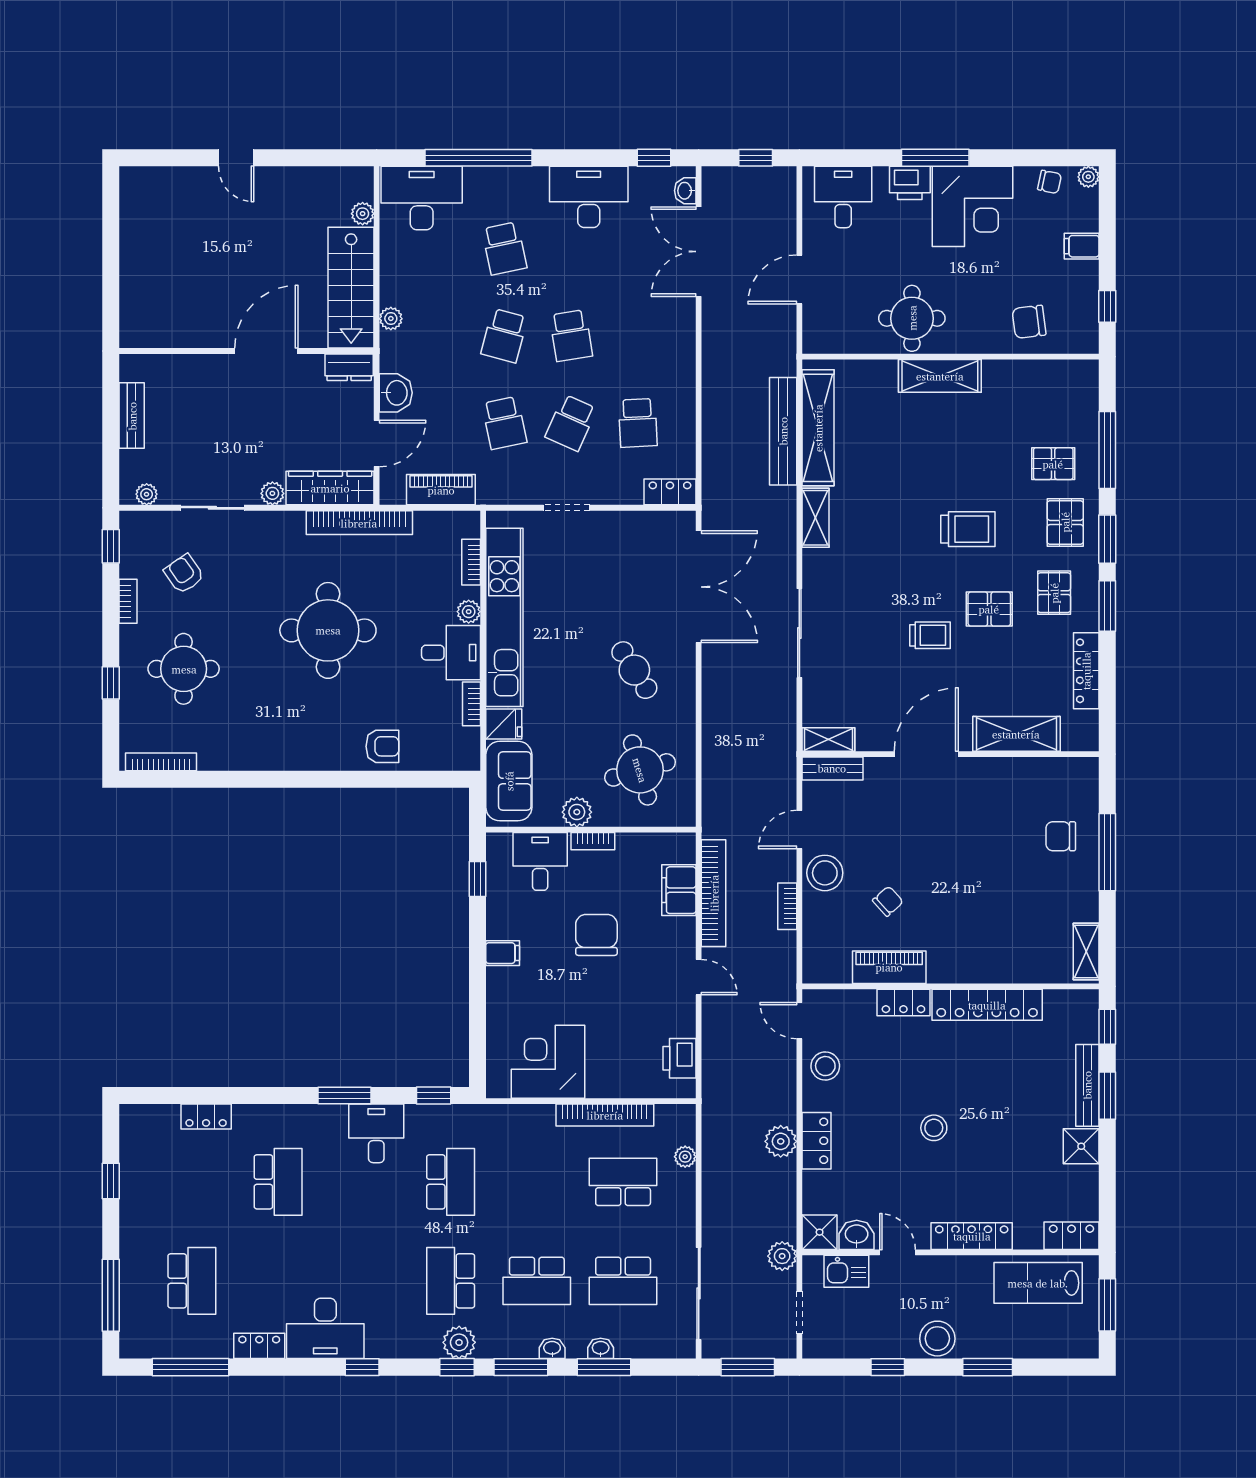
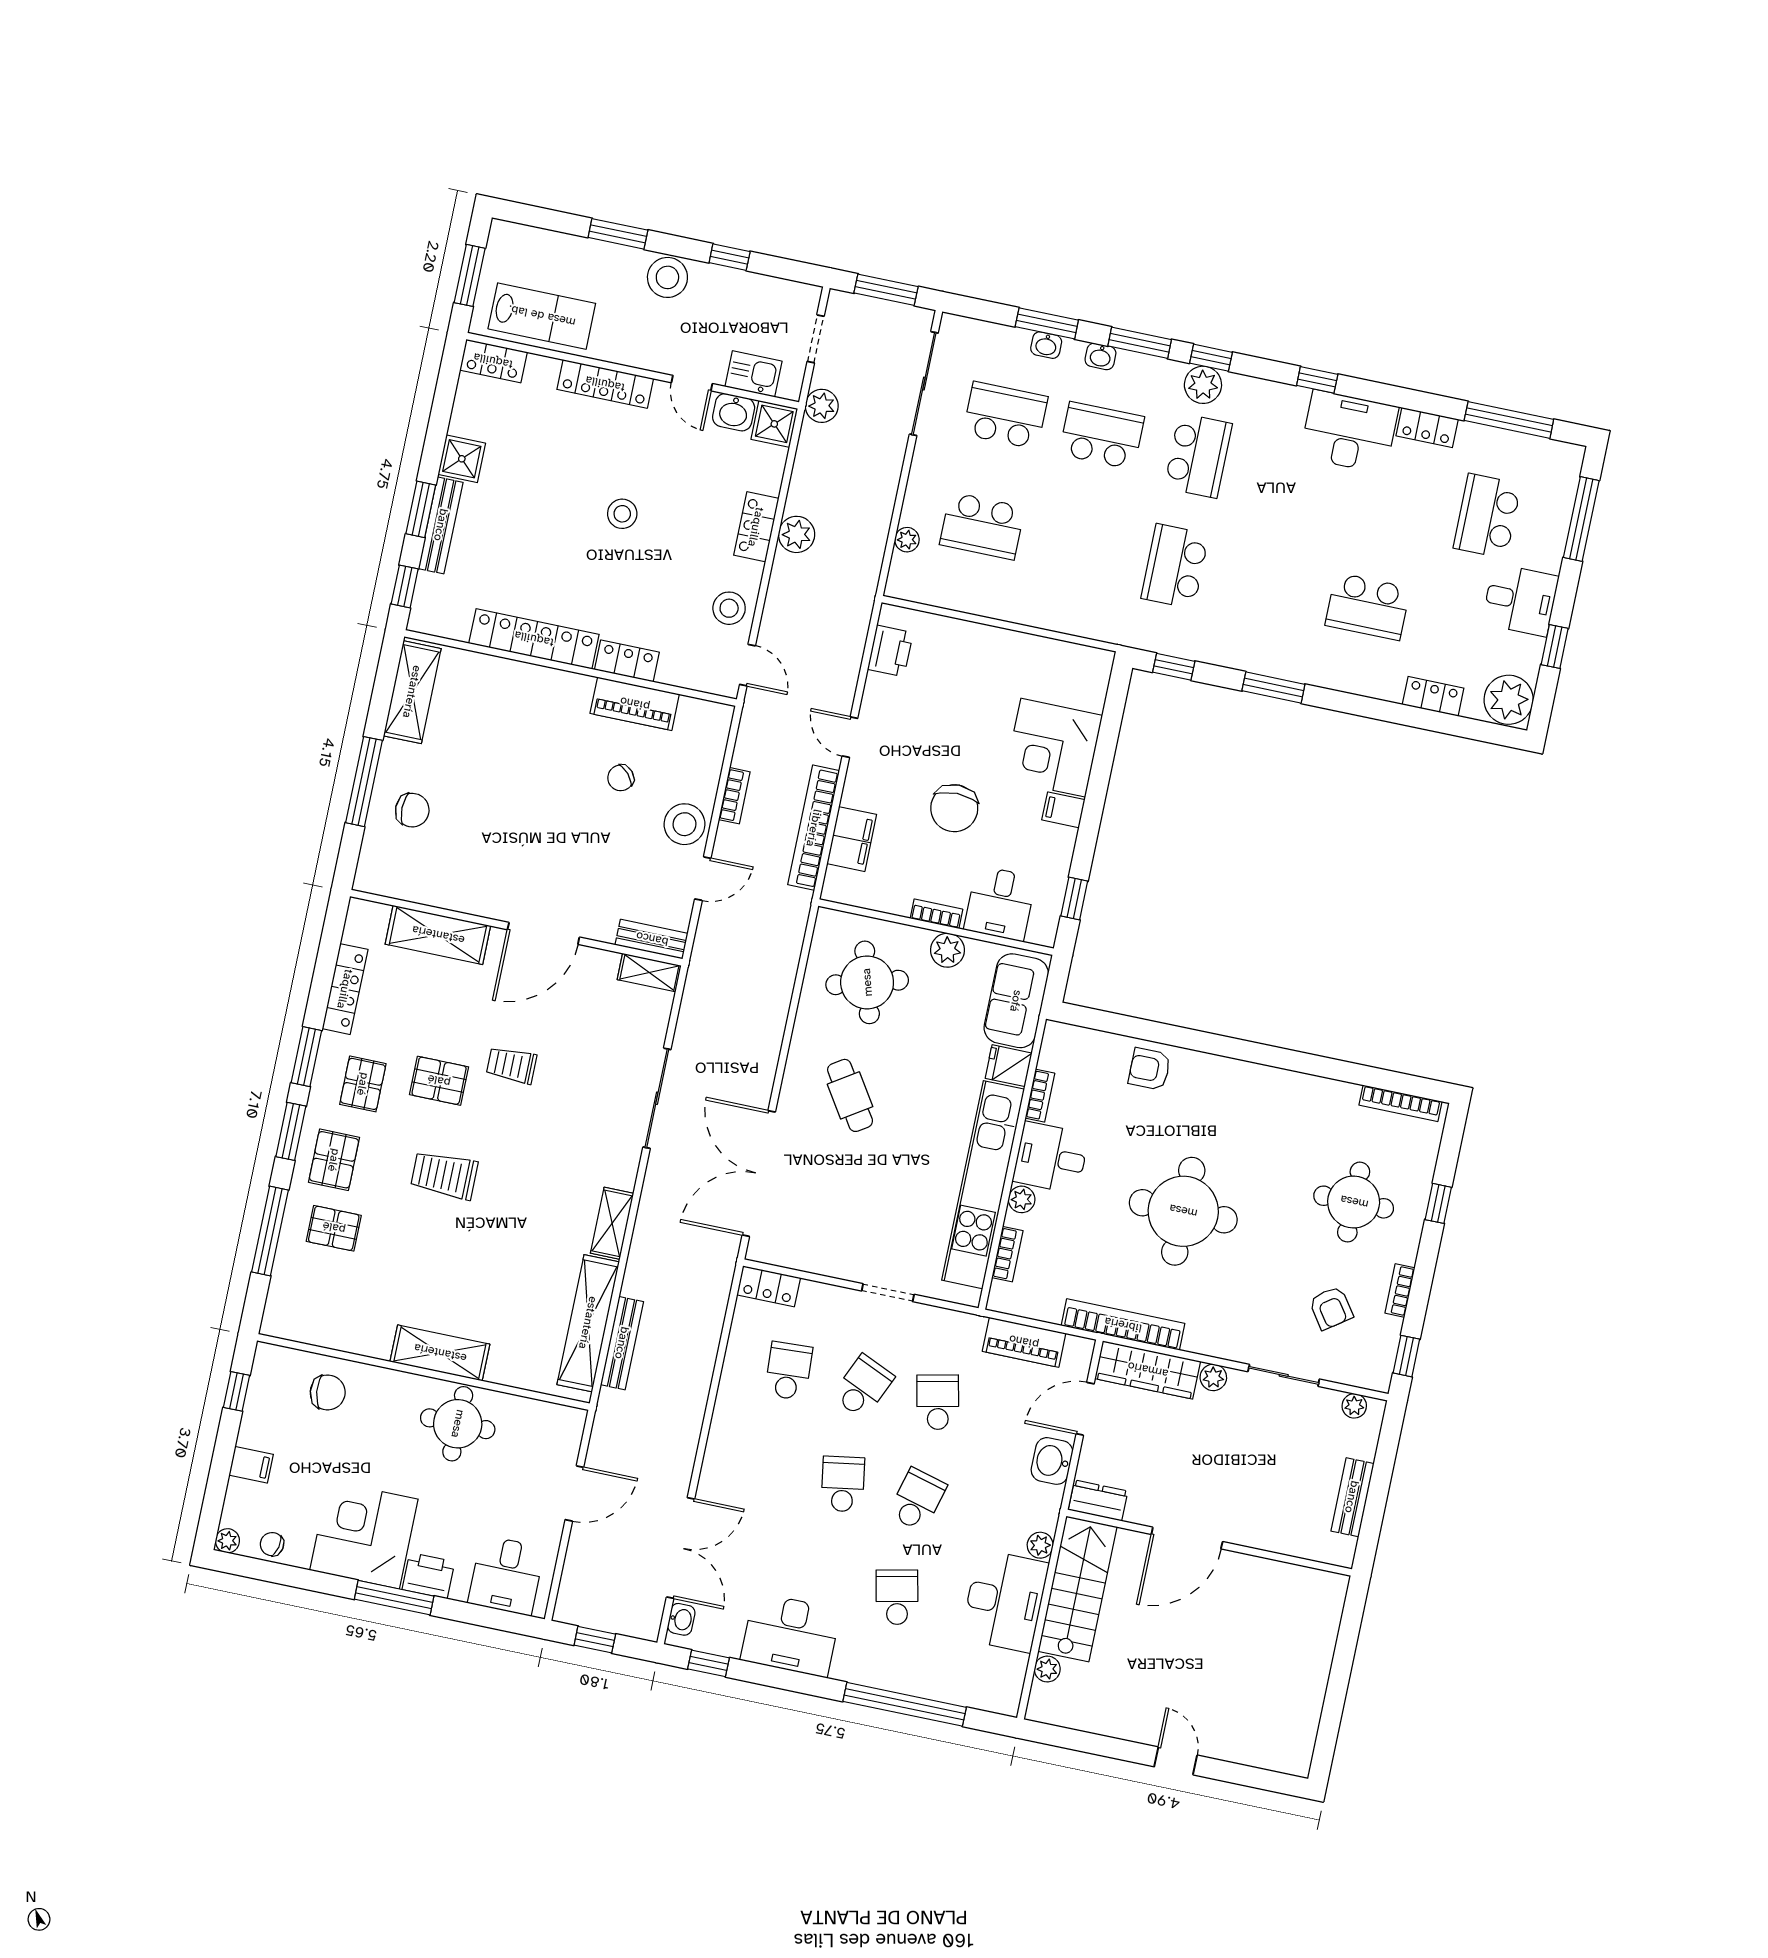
desk: (422, 198) -> (1005, 1601), moved, turned -90
bench: (783, 431) -> (622, 1343), width x0.73, depth x0.82
shelving: (1086, 952) -> (412, 692), width x1.50, depth x1.33
corner desk: (548, 1062) -> (1053, 748), moved, turned 90
bookcase: (605, 1115) -> (987, 605), removed
plant: (141, 1127) -> (1509, 700), added
desk: (376, 1133) -> (1520, 600), moved, turned -90
school desk: (278, 1182) -> (1368, 607), turned -90

